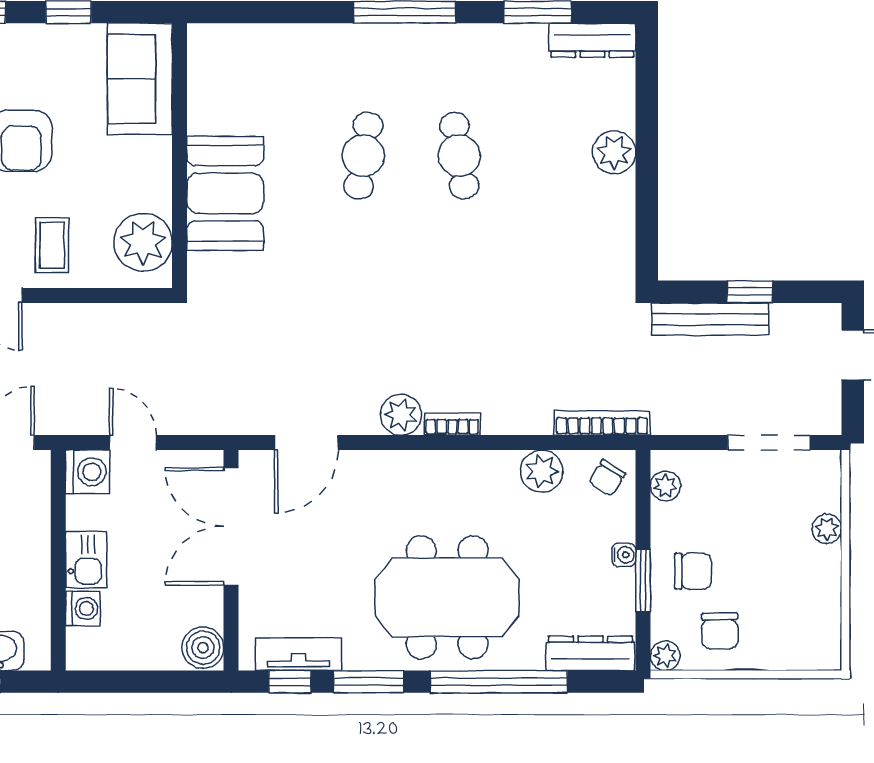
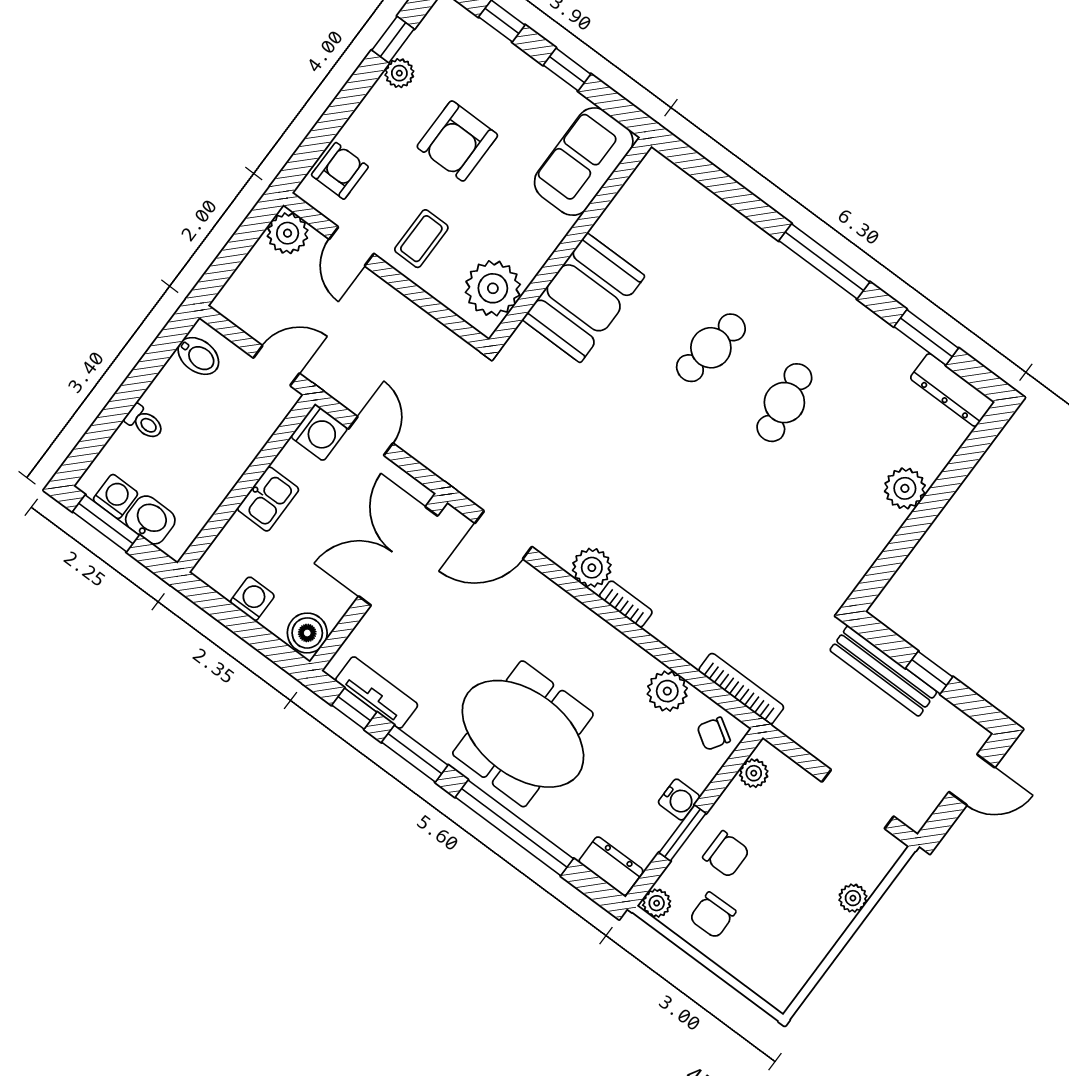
water cooler: (624, 555) -> (679, 800), width x1.38, depth x1.38
washing machine: (83, 608) -> (252, 599), moved, turned -90
dresser: (590, 653) -> (611, 866), width x0.70

